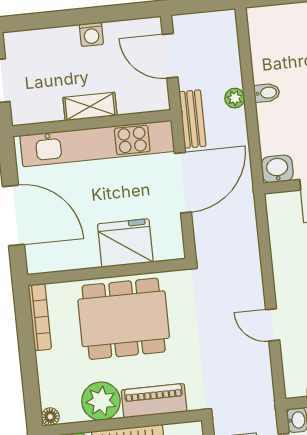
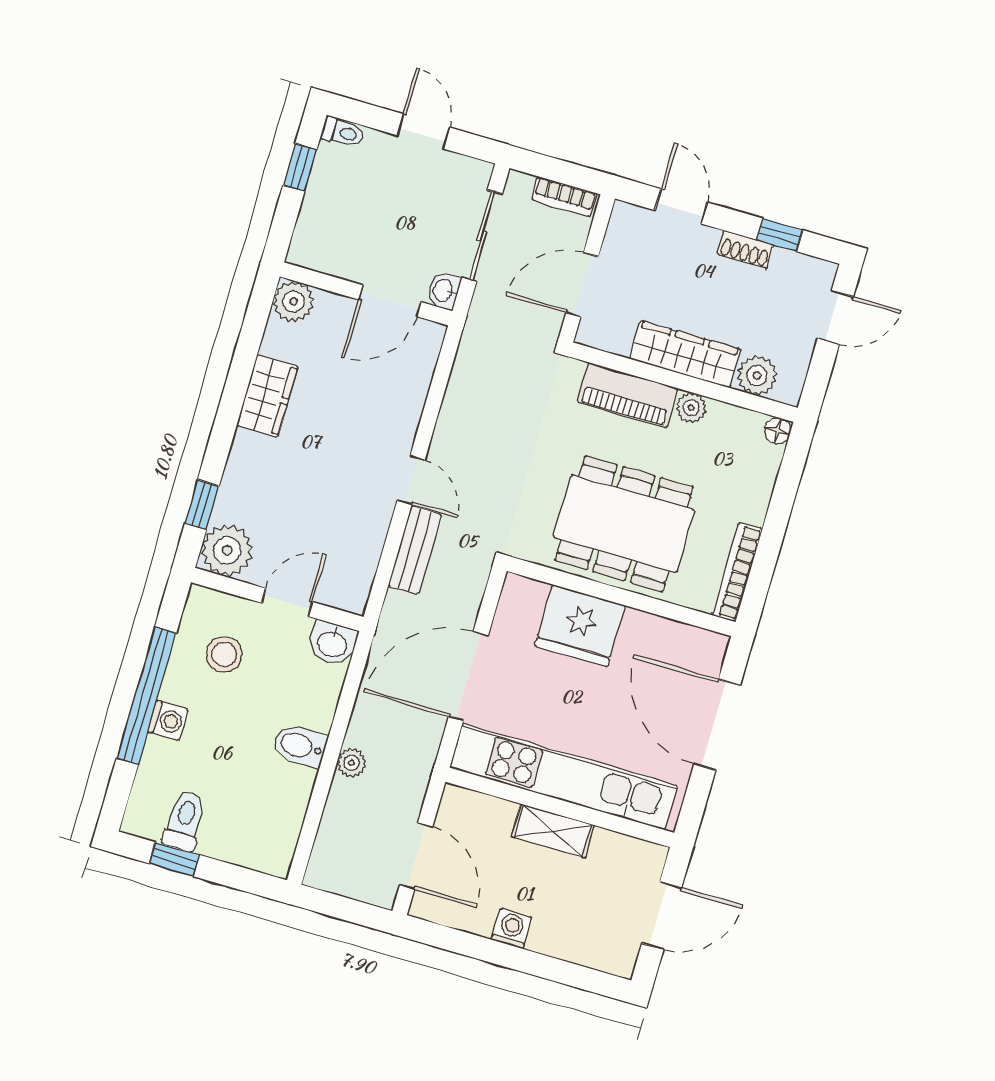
bidet: (267, 93) -> (300, 746), width x1.38, depth x1.36
bench: (192, 119) -> (415, 550), moved
door: (273, 325) -> (411, 480), moved
plant: (101, 401) -> (691, 408), width x0.53, depth x0.53

